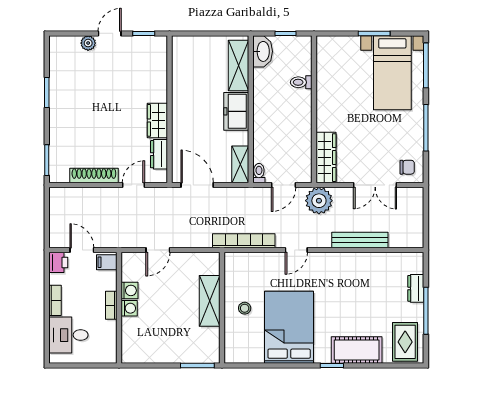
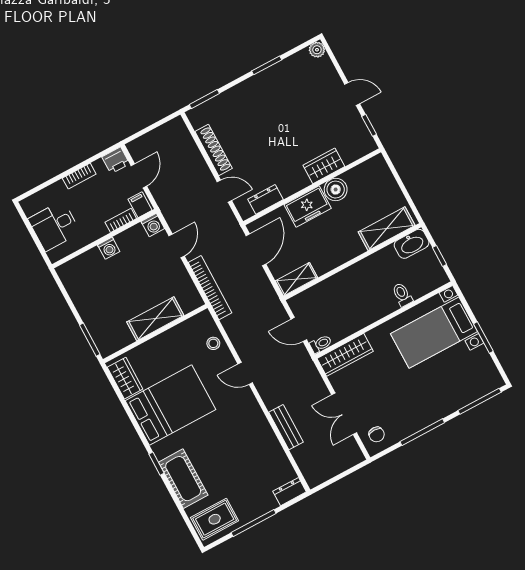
plant: (88, 43) -> (317, 50), moved
bed with nightstands: (392, 73) -> (434, 333), moved
boiler: (183, 91) -> (336, 190), added
freezer: (236, 111) -> (308, 206), moved, turned 180
wardrobe: (157, 120) -> (324, 166), moved
toilet: (259, 173) -> (321, 344), moved
plant: (319, 201) -> (302, 370), removed
bench: (360, 240) -> (286, 427), width x0.73
bookcase: (244, 241) -> (210, 288), moved
door: (158, 250) -> (177, 246), swing flipped
dresser: (416, 288) -> (290, 492), moved
washing machine: (130, 290) -> (153, 225), moved
bookcase: (111, 305) -> (121, 220), moved
stool: (245, 308) -> (213, 343), moved
desk: (68, 335) -> (54, 226), moved, turned -90
wardrobe: (246, 353) -> (125, 378), added

